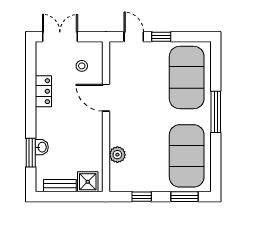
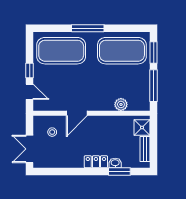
door: (134, 37) -> (30, 92), swing flipped
locker: (43, 91) -> (96, 162), moved
window: (142, 197) -> (154, 86), width x2.17

